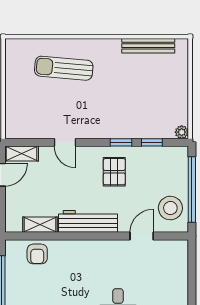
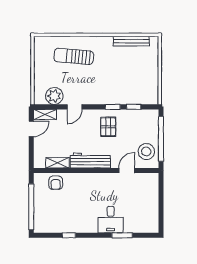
plant: (182, 132) -> (54, 96), moved, width x1.88, depth x1.88
door: (65, 142) -> (75, 107), hinge flipped

